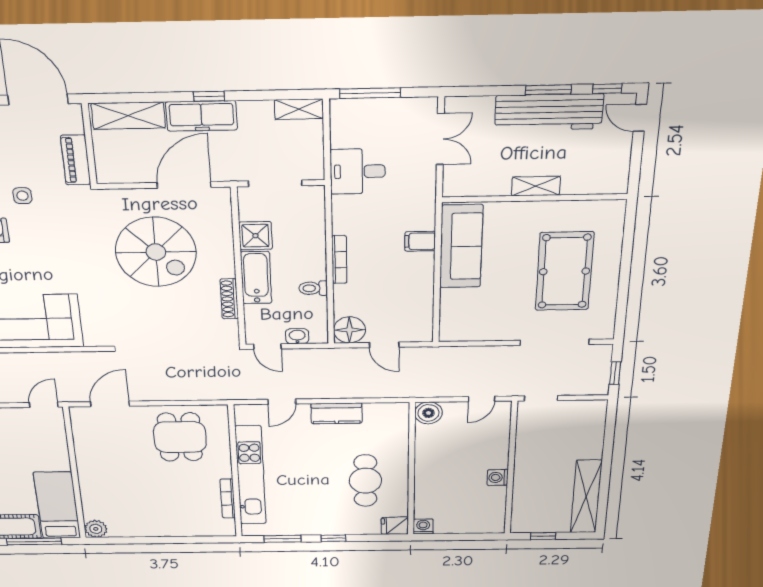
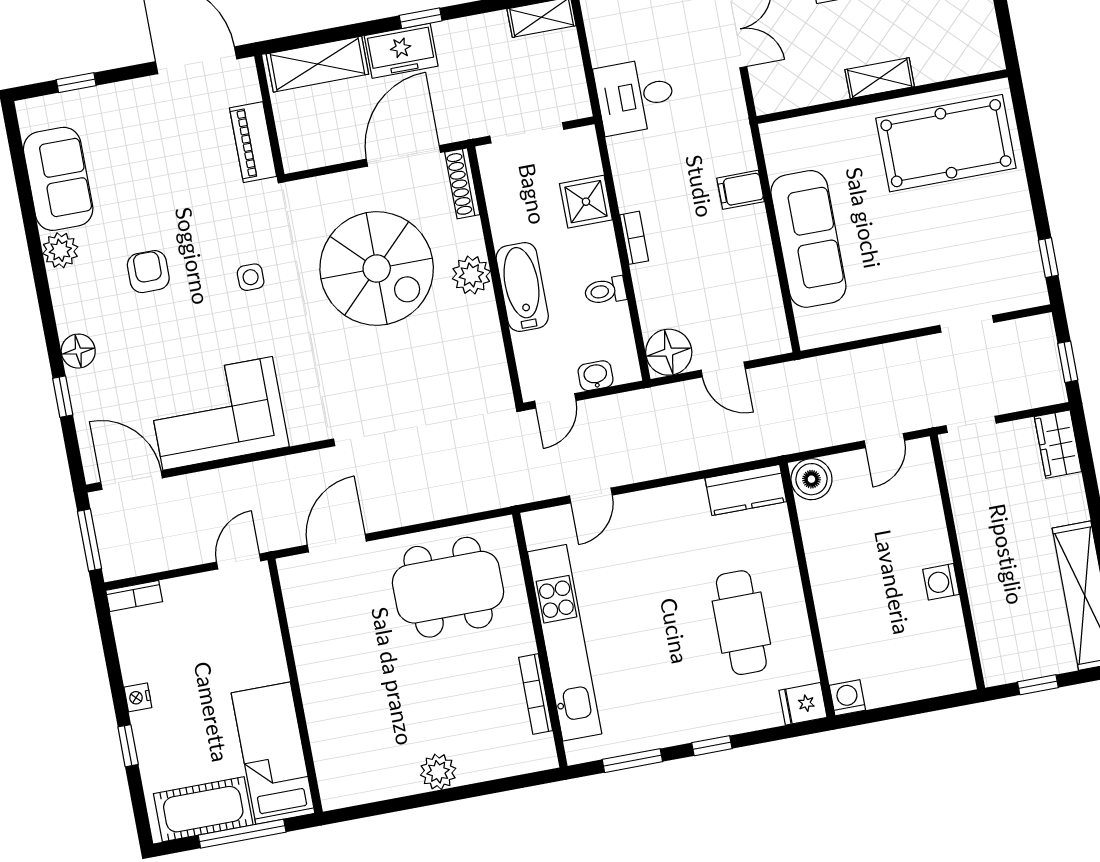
freezer: (201, 116) -> (401, 51), width x0.71
side table: (22, 196) -> (251, 277), moved
shower: (255, 236) -> (586, 202), moved
sofa: (461, 246) -> (808, 239), moved
bookcase: (339, 260) -> (634, 238), width x0.64
plant: (222, 265) -> (471, 275), added
pool table: (564, 271) -> (946, 143), moved, turned 90
shoe rack: (229, 299) -> (462, 183), moved
window: (621, 312) -> (1048, 258), added
doorway: (554, 342) -> (967, 324), width x0.53
door: (267, 347) -> (555, 401), hinge flipped
kitchen counter: (337, 413) -> (746, 490), moved
wardrobe: (594, 417) -> (1058, 444), added
dining table: (180, 437) -> (448, 587), width x1.38
plant: (96, 529) -> (438, 772), moved

